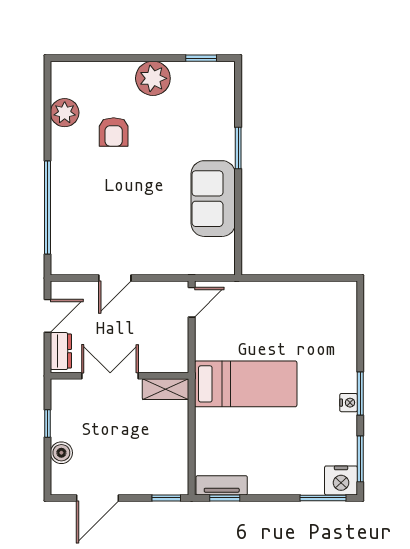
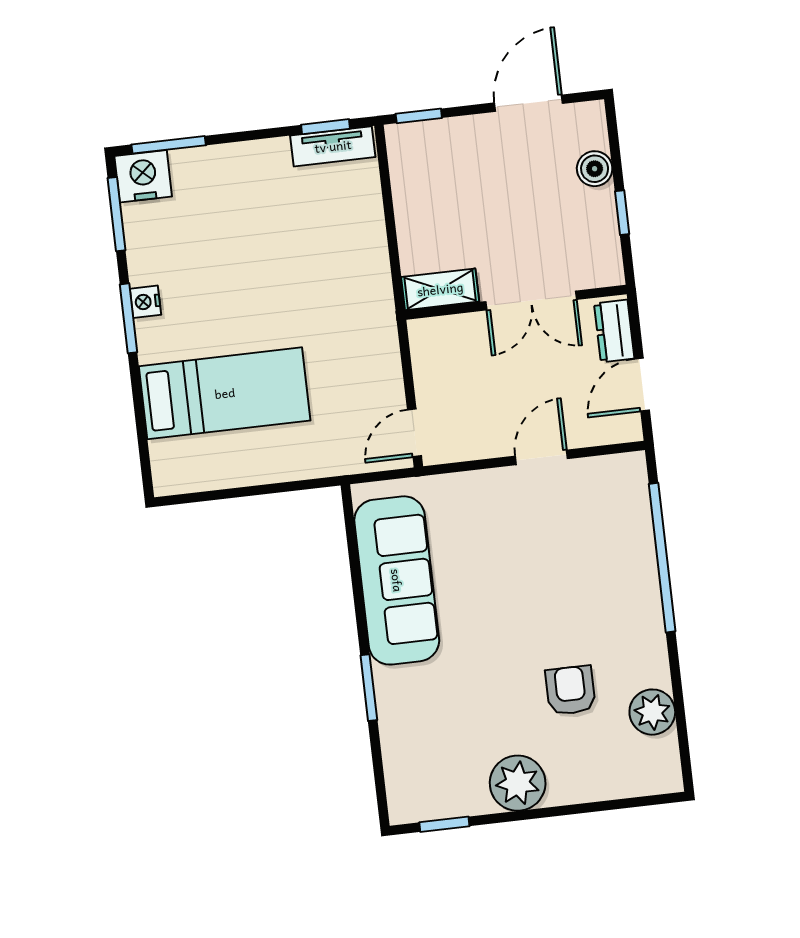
sofa: (213, 199) -> (397, 580), width x1.36
bed: (246, 384) -> (225, 393), moved, turned 180

